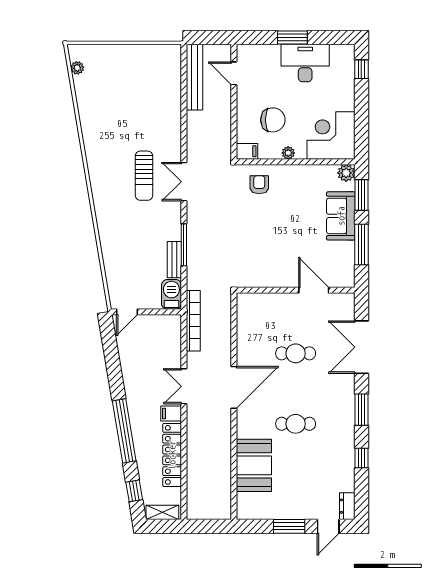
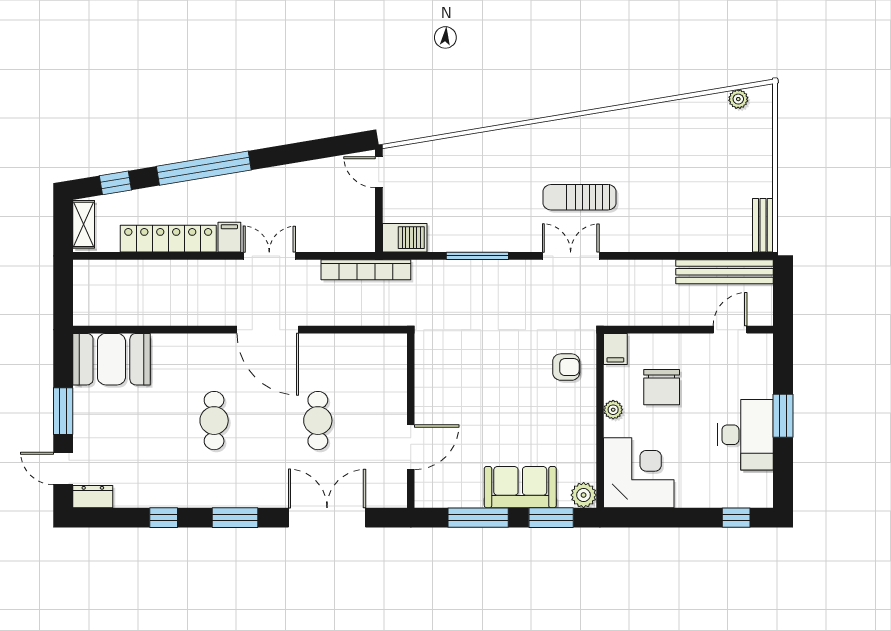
bench: (174, 260) -> (763, 225), moved, turned 90
booth: (254, 465) -> (111, 359), moved

